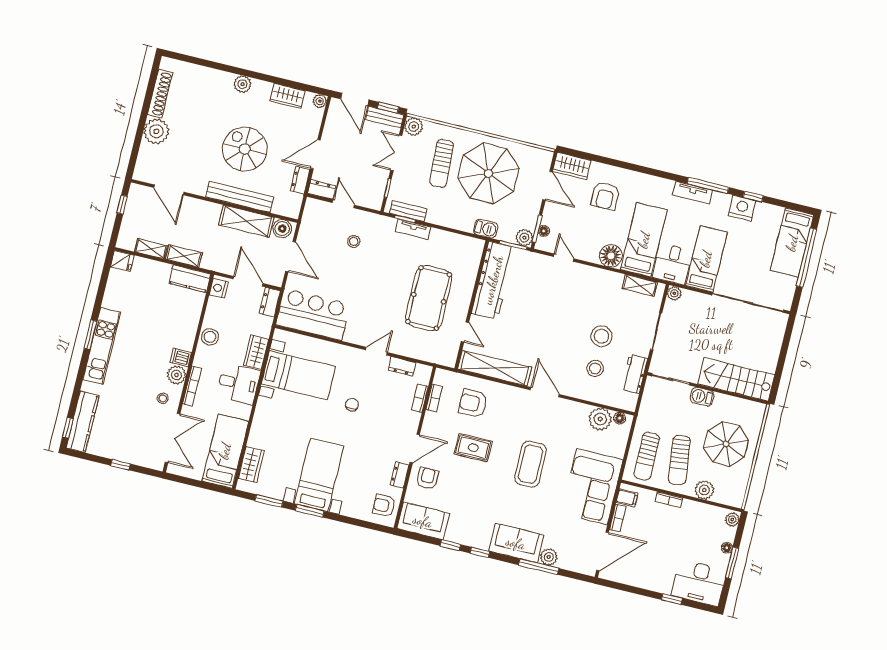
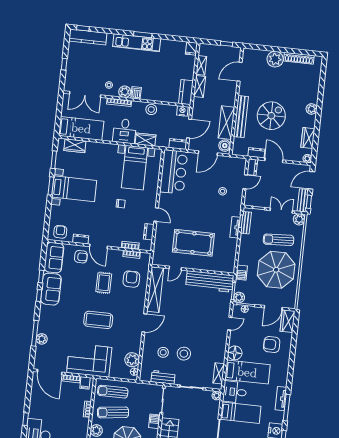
sofa: (516, 543) -> (51, 289), moved

